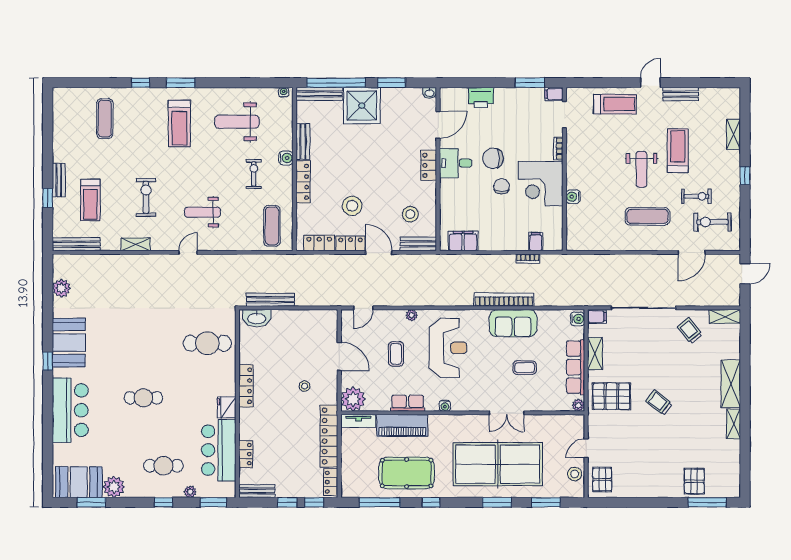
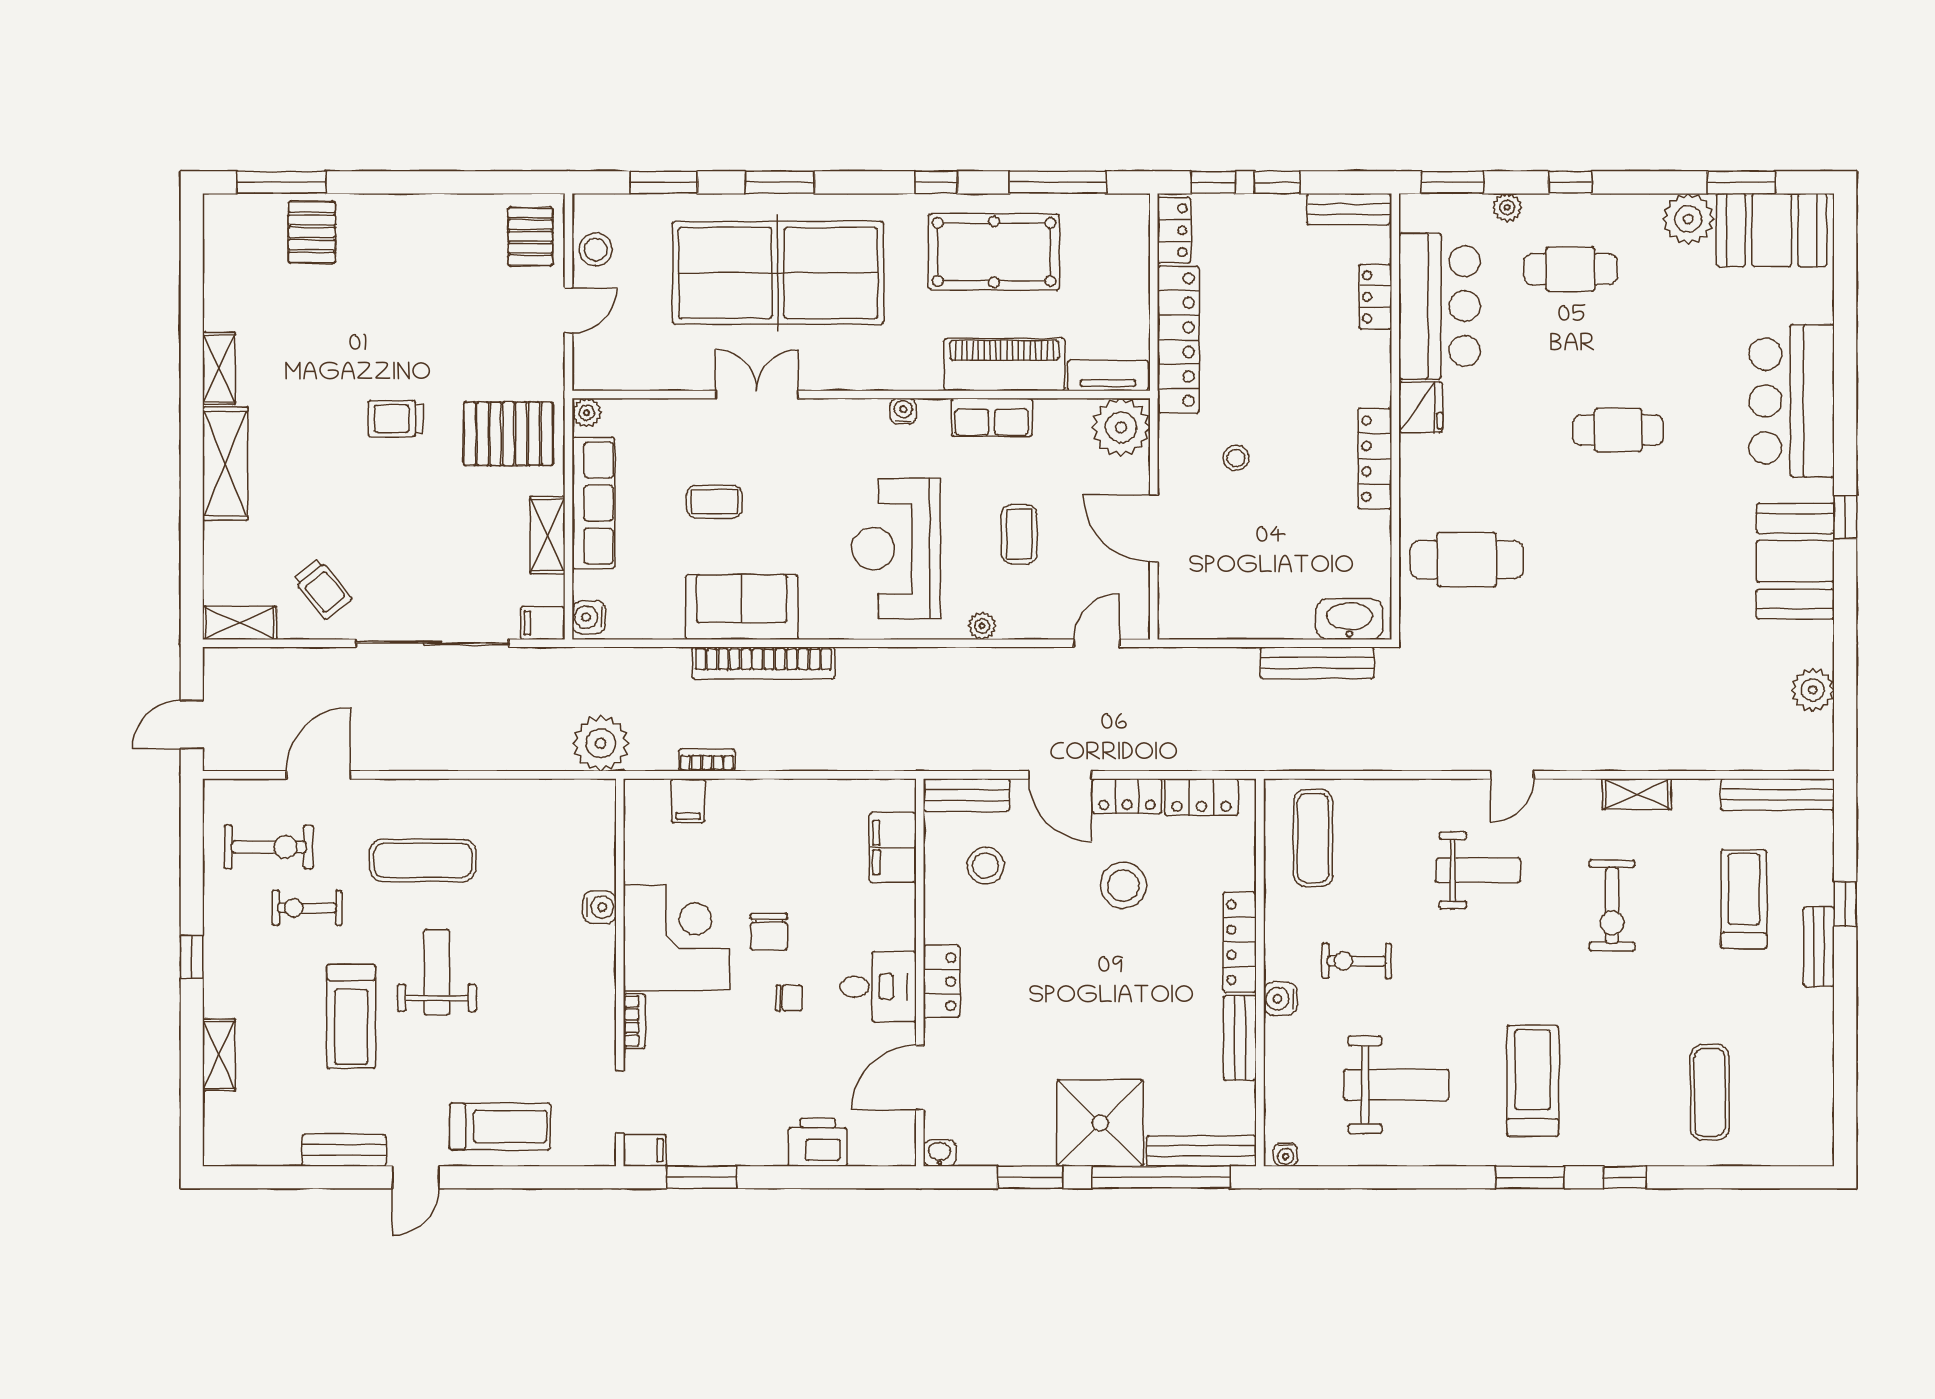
treadmill: (615, 104) -> (500, 1126), turned 180
chair: (493, 158) -> (789, 998), width x0.54, depth x0.54
exercise bike: (254, 174) -> (1357, 961), turned 90
filing cabinet: (463, 241) -> (893, 847), moved, turned 90
plant: (572, 266) -> (601, 743), added
trolley: (659, 403) -> (396, 419), turned 142

